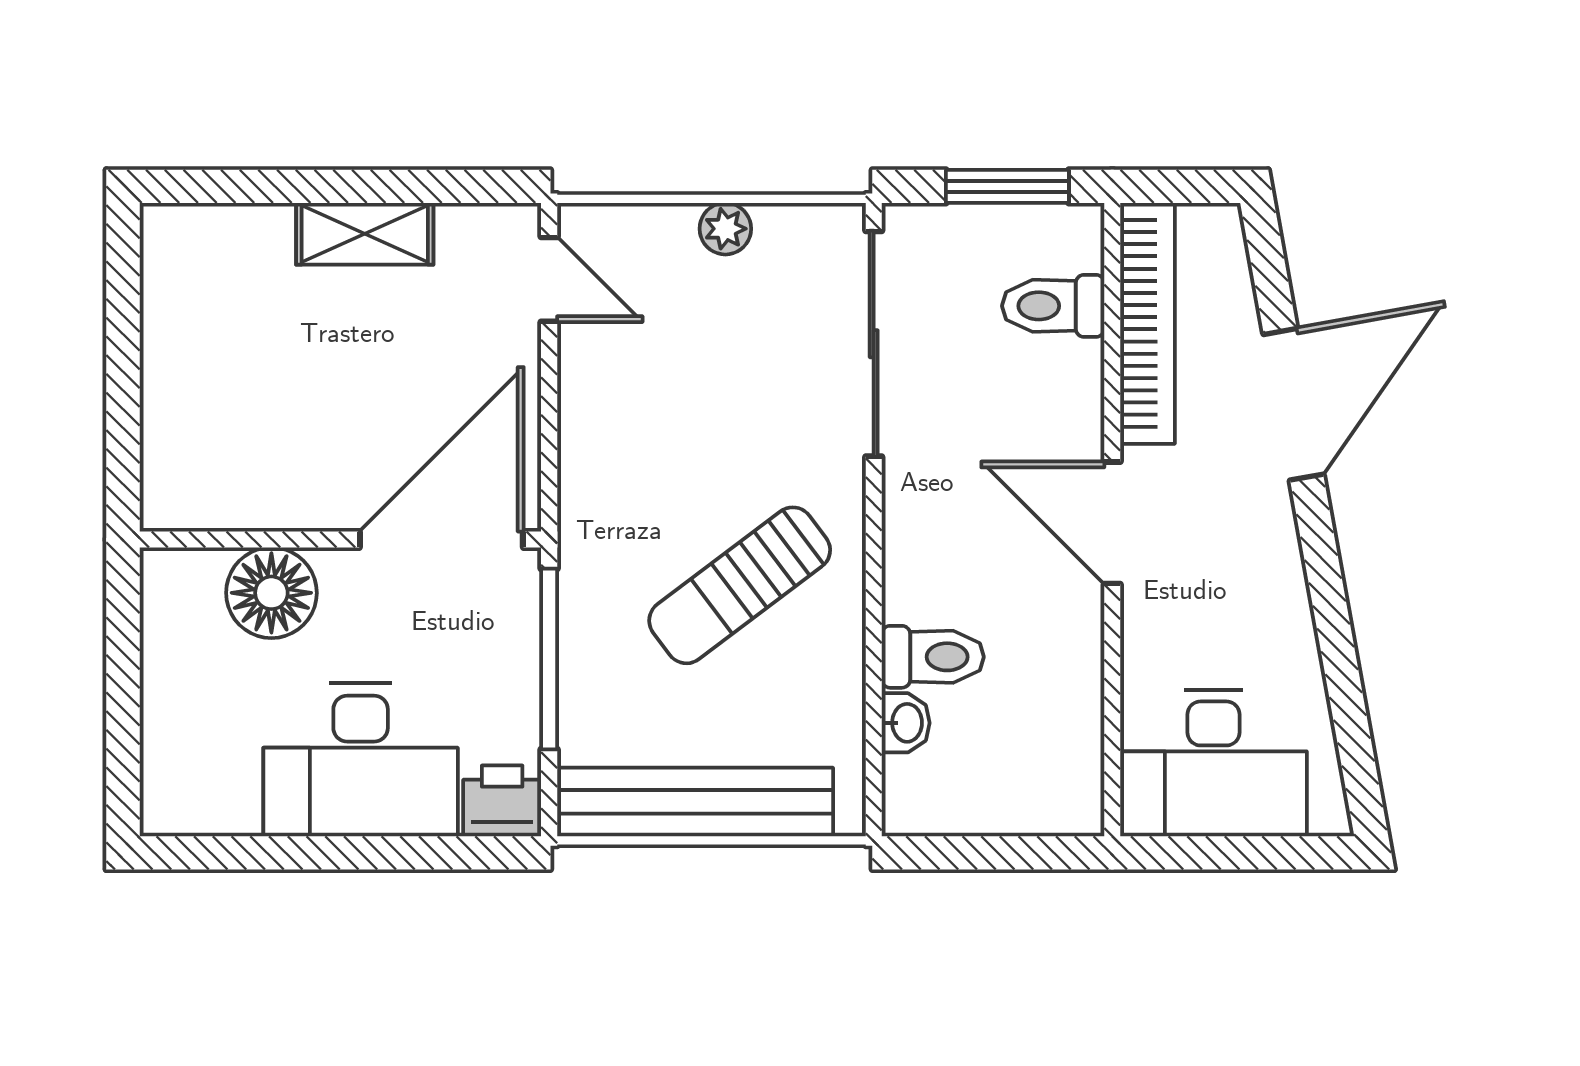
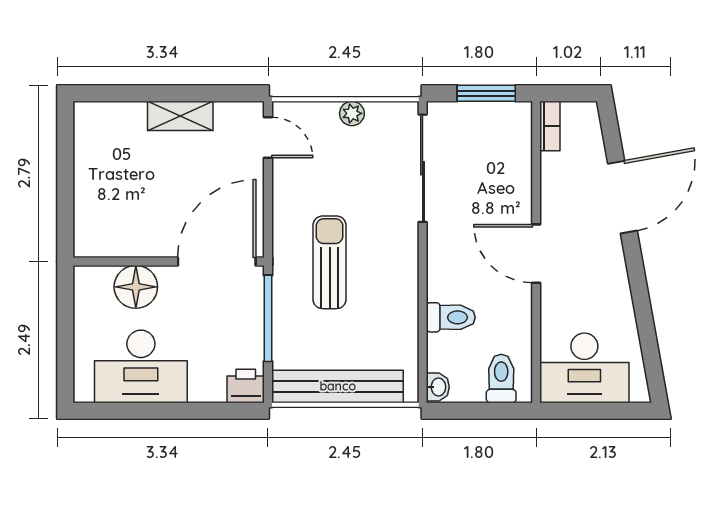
toilet: (1053, 306) -> (501, 378), moved, turned 90
bookcase: (1148, 323) -> (550, 126), width x0.43, depth x0.76
sun lounger: (740, 585) -> (330, 262), moved, turned 127
washbasin: (906, 723) -> (438, 387), moved
desk: (361, 760) -> (141, 366), moved

